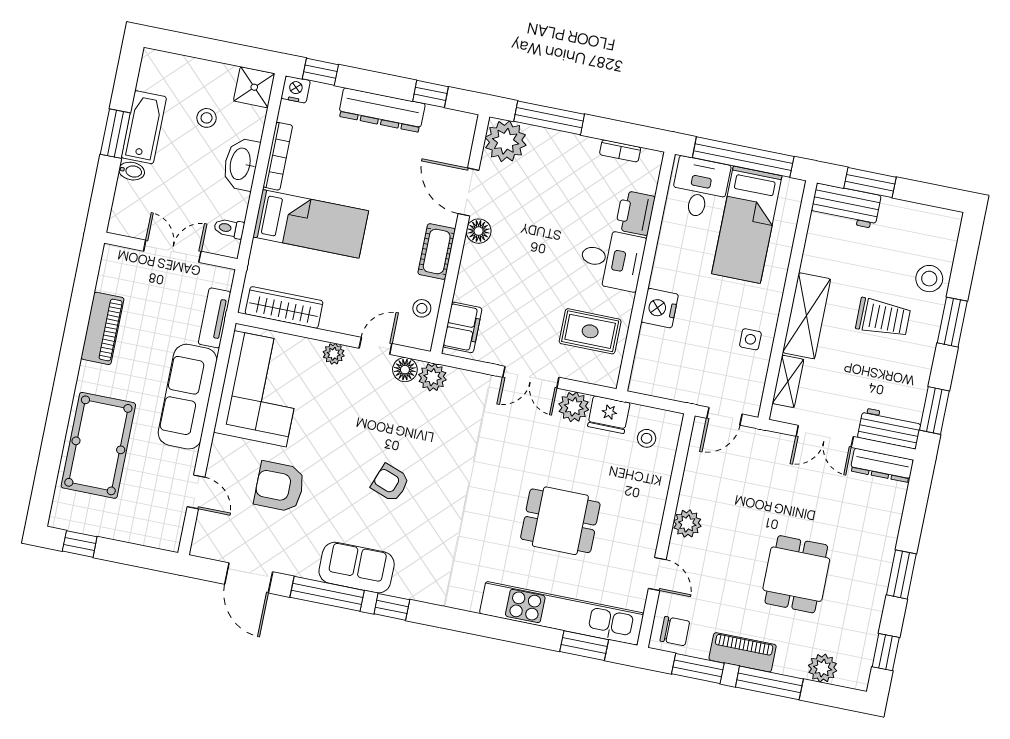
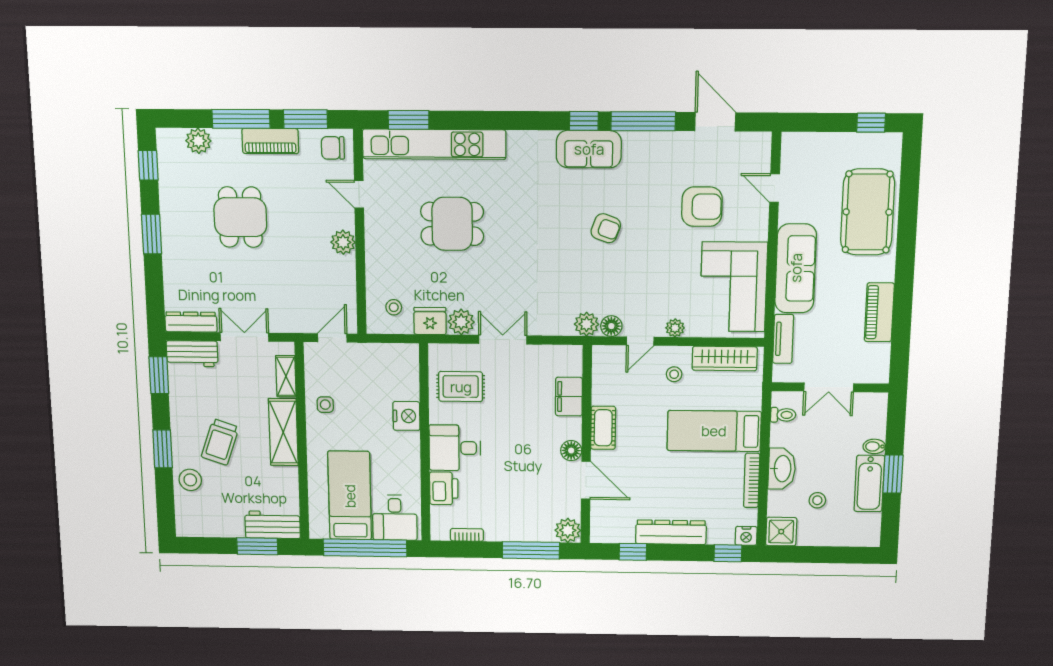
plant: (506, 141) -> (568, 530), width x0.73, depth x0.73
stool: (422, 308) -> (674, 374), moved
trolley: (883, 318) -> (220, 442), turned -71
filing cabinet: (462, 327) -> (569, 397), moved
sofa: (357, 568) -> (589, 149), moved

